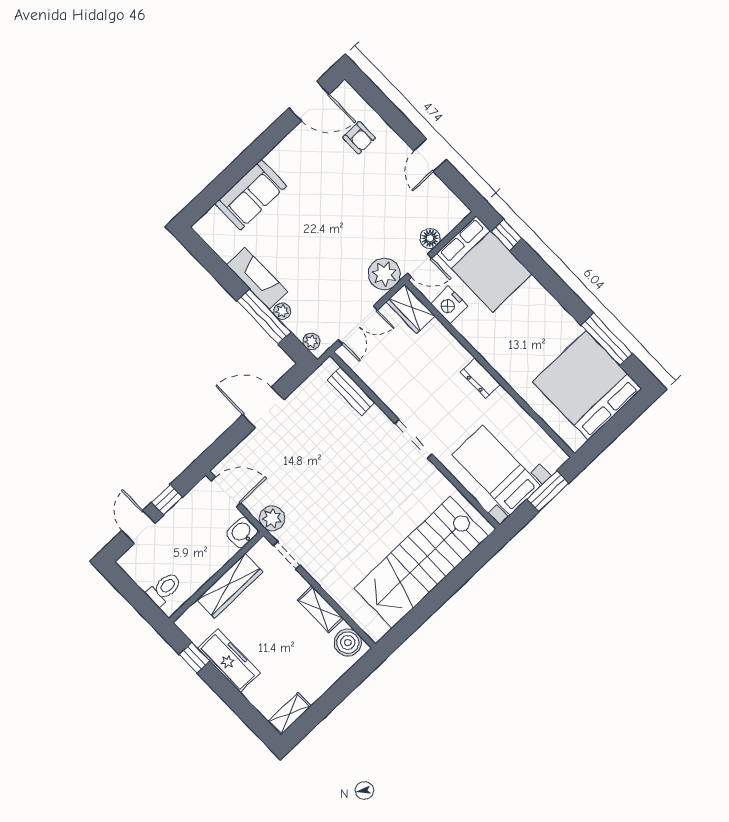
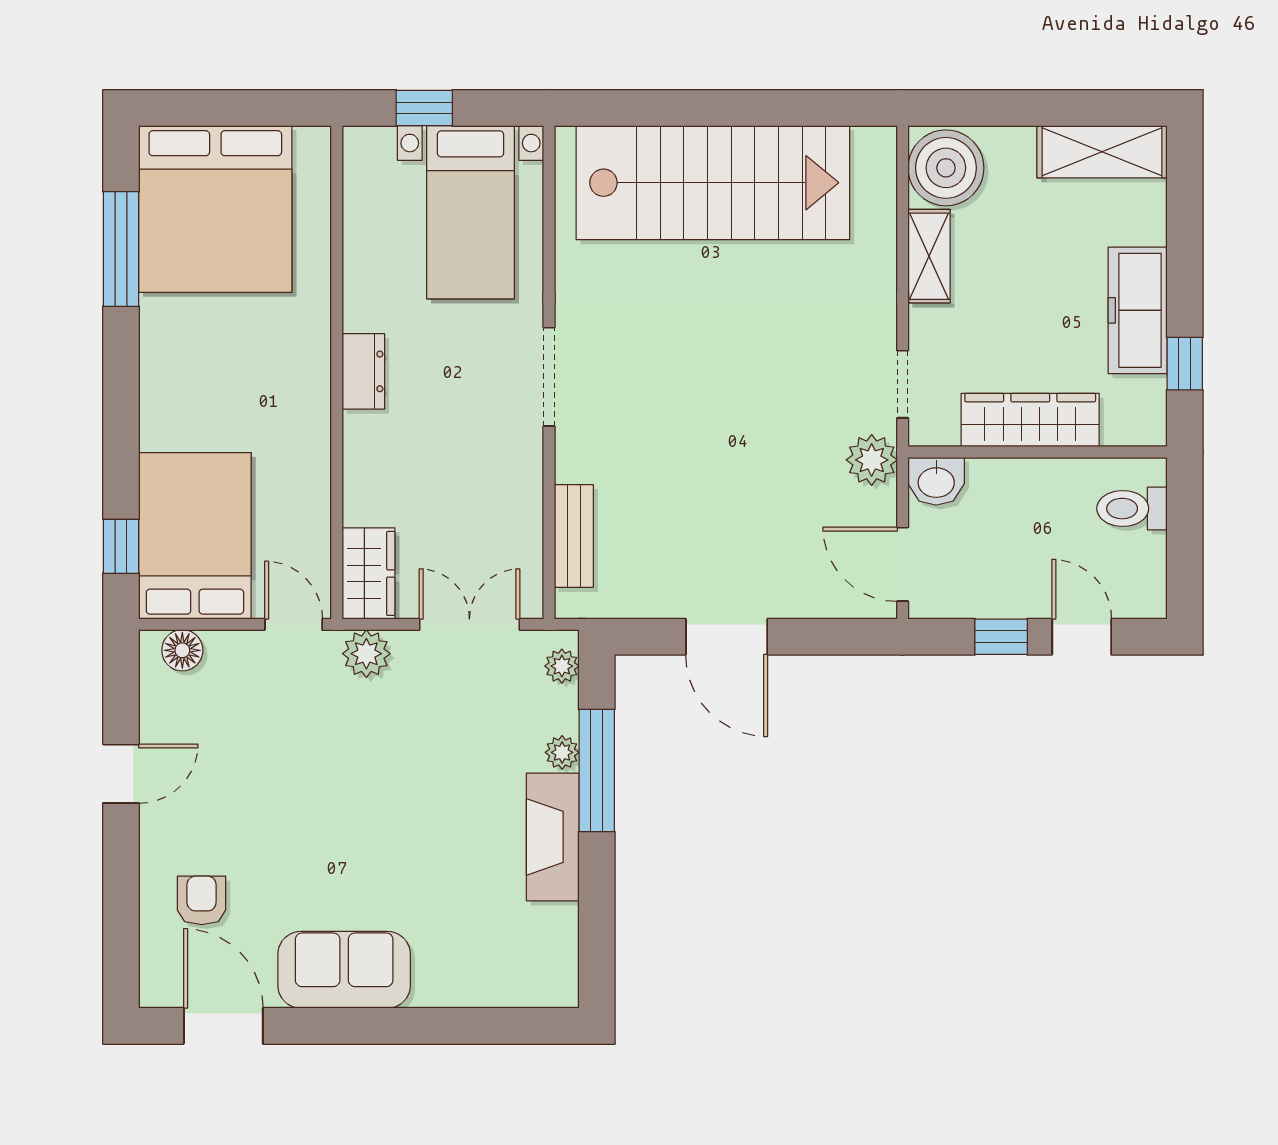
sofa: (251, 195) -> (344, 970), moved
floor lamp: (430, 238) -> (182, 650), moved
plant: (384, 274) -> (366, 654), width x0.73, depth x0.73
nightstand: (449, 305) -> (305, 525), removed
window: (548, 491) -> (424, 108), width x0.67
door: (139, 527) -> (1082, 637), swing flipped
boiler: (348, 643) -> (946, 168), width x1.37, depth x1.37
shelving: (289, 714) -> (1102, 152), width x1.50, depth x1.33

